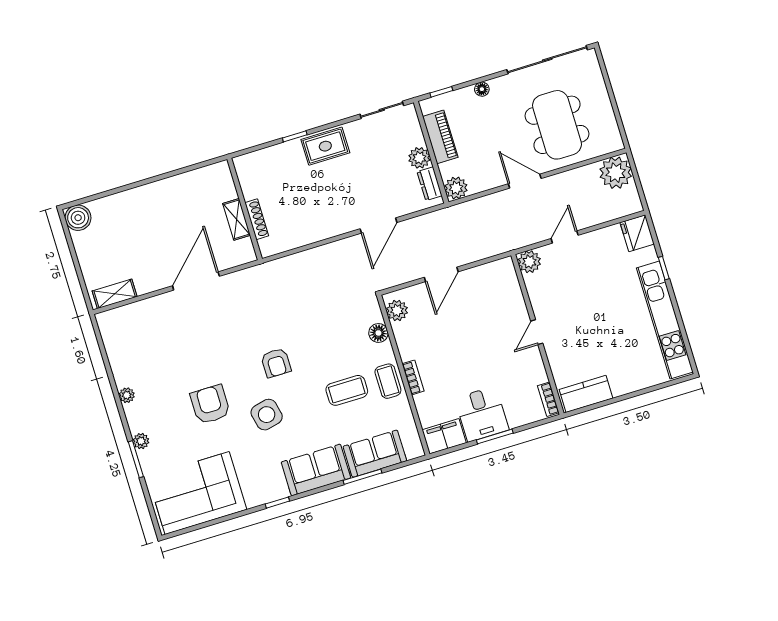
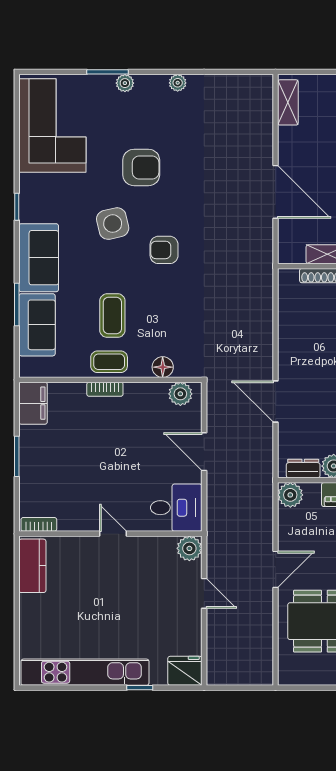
plant: (616, 173) -> (255, 667), removed
desk: (482, 414) -> (176, 508), moved, turned 180

